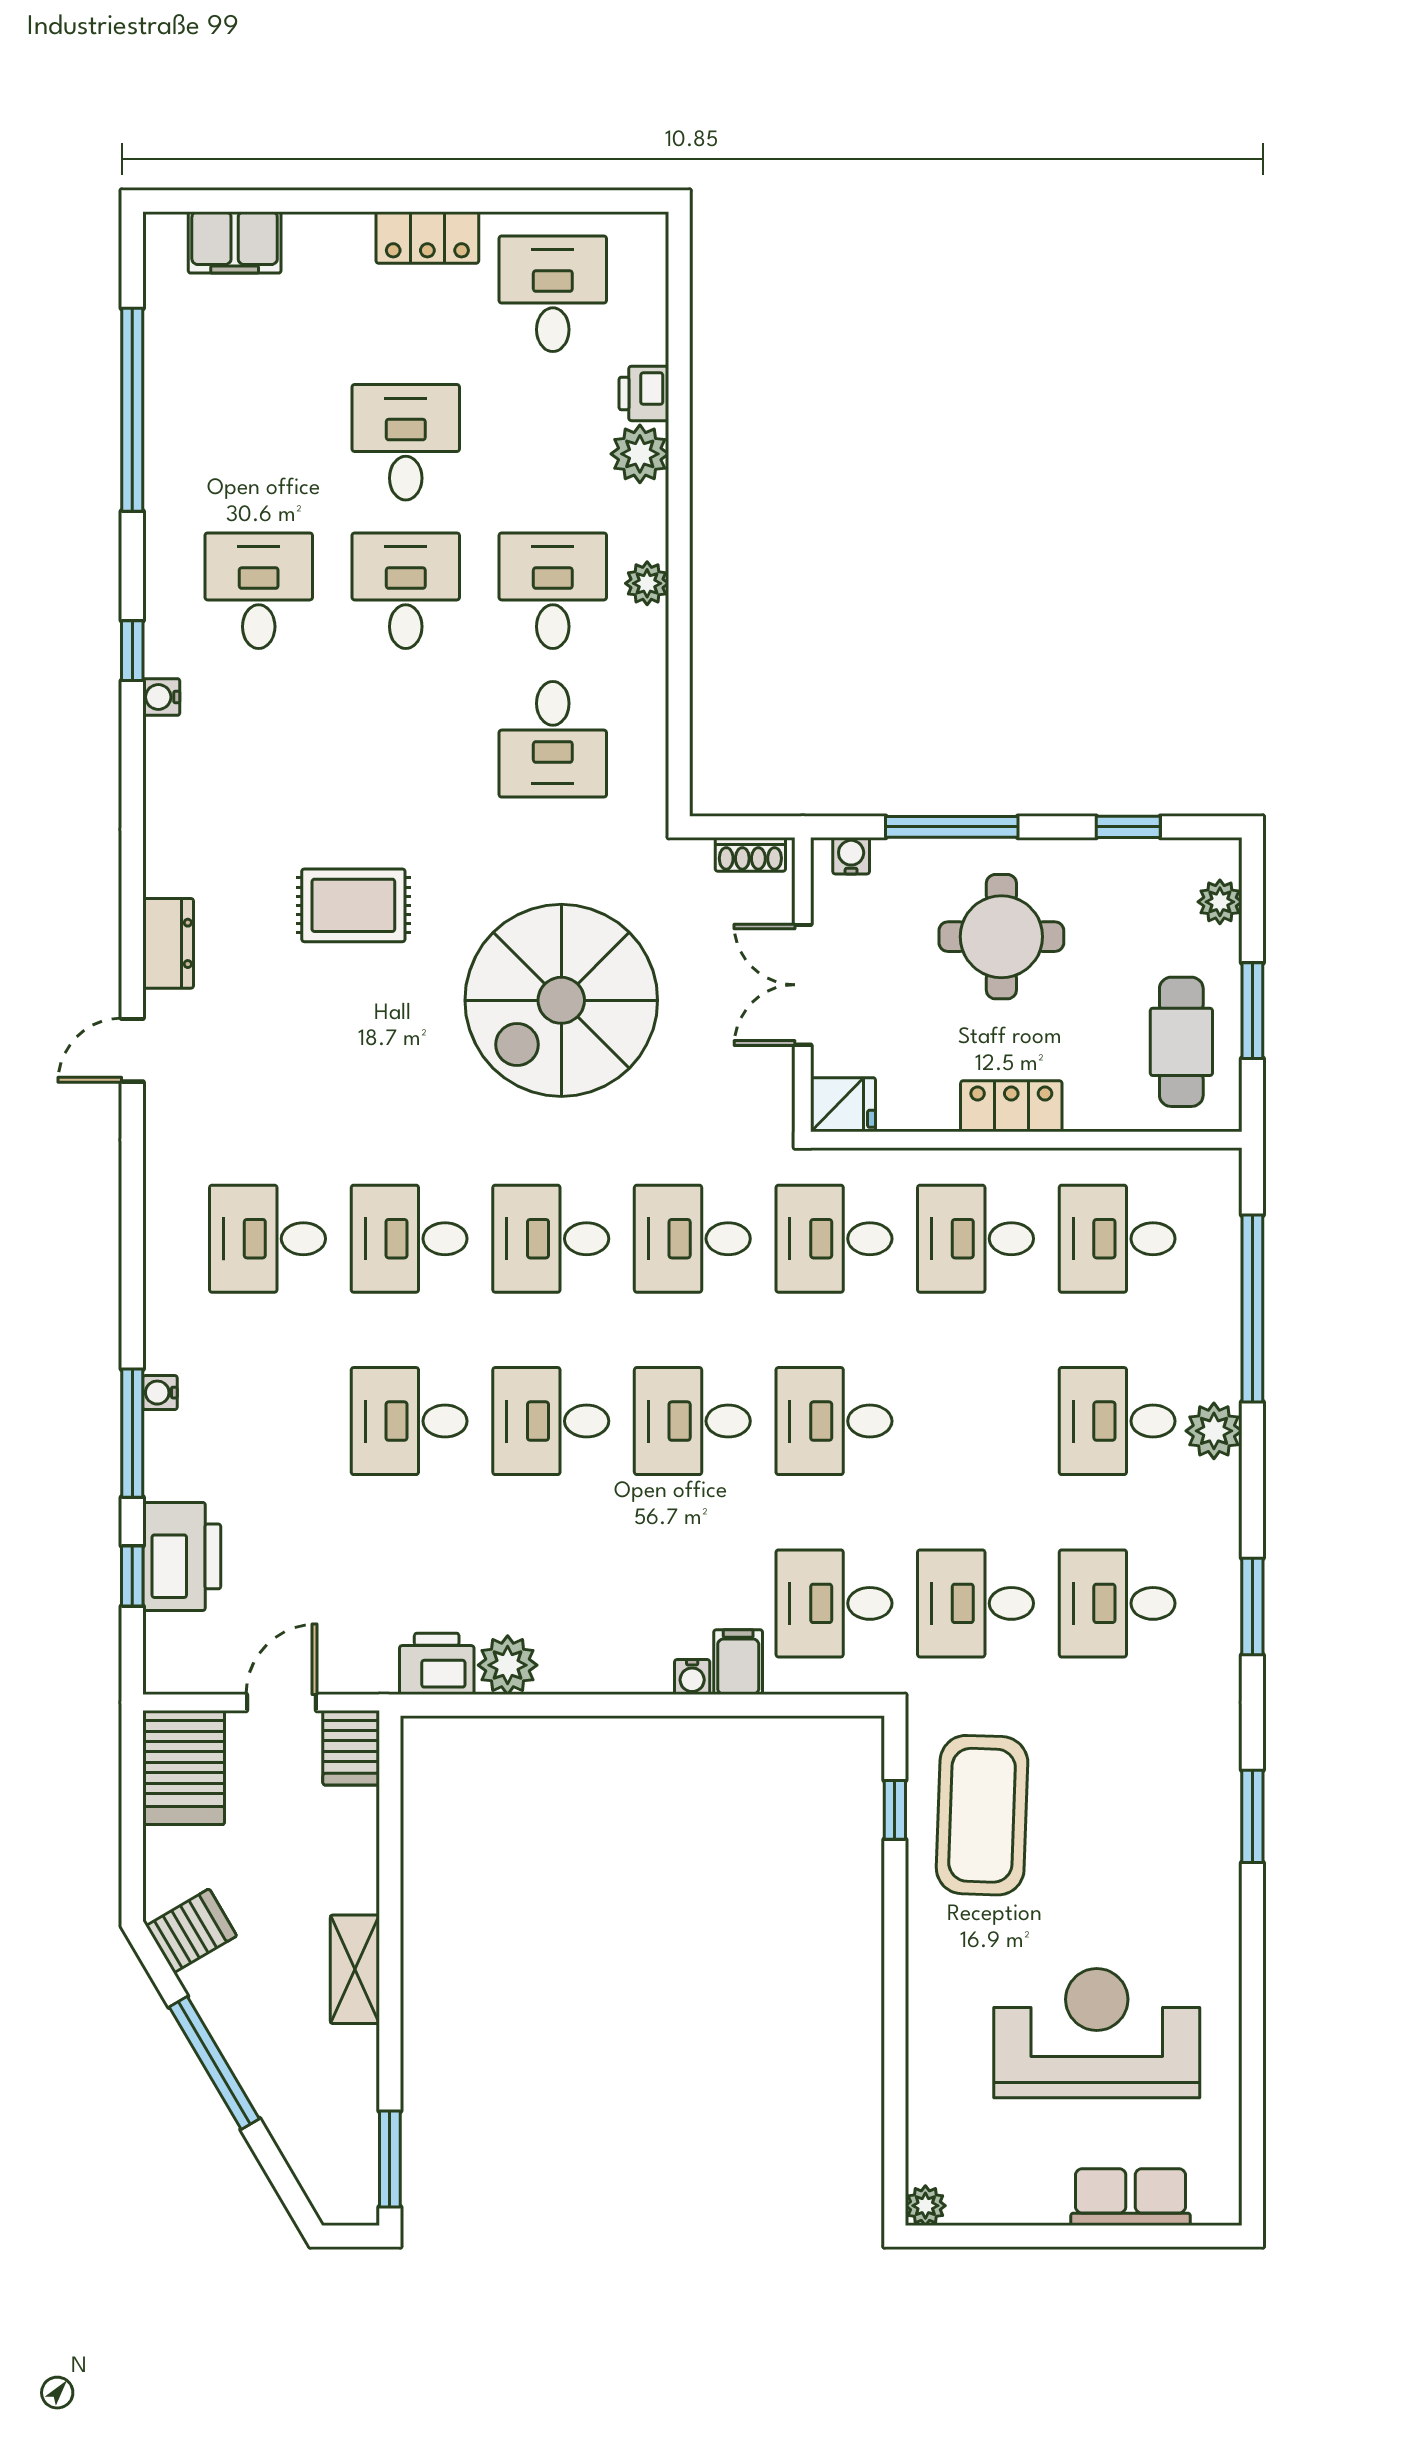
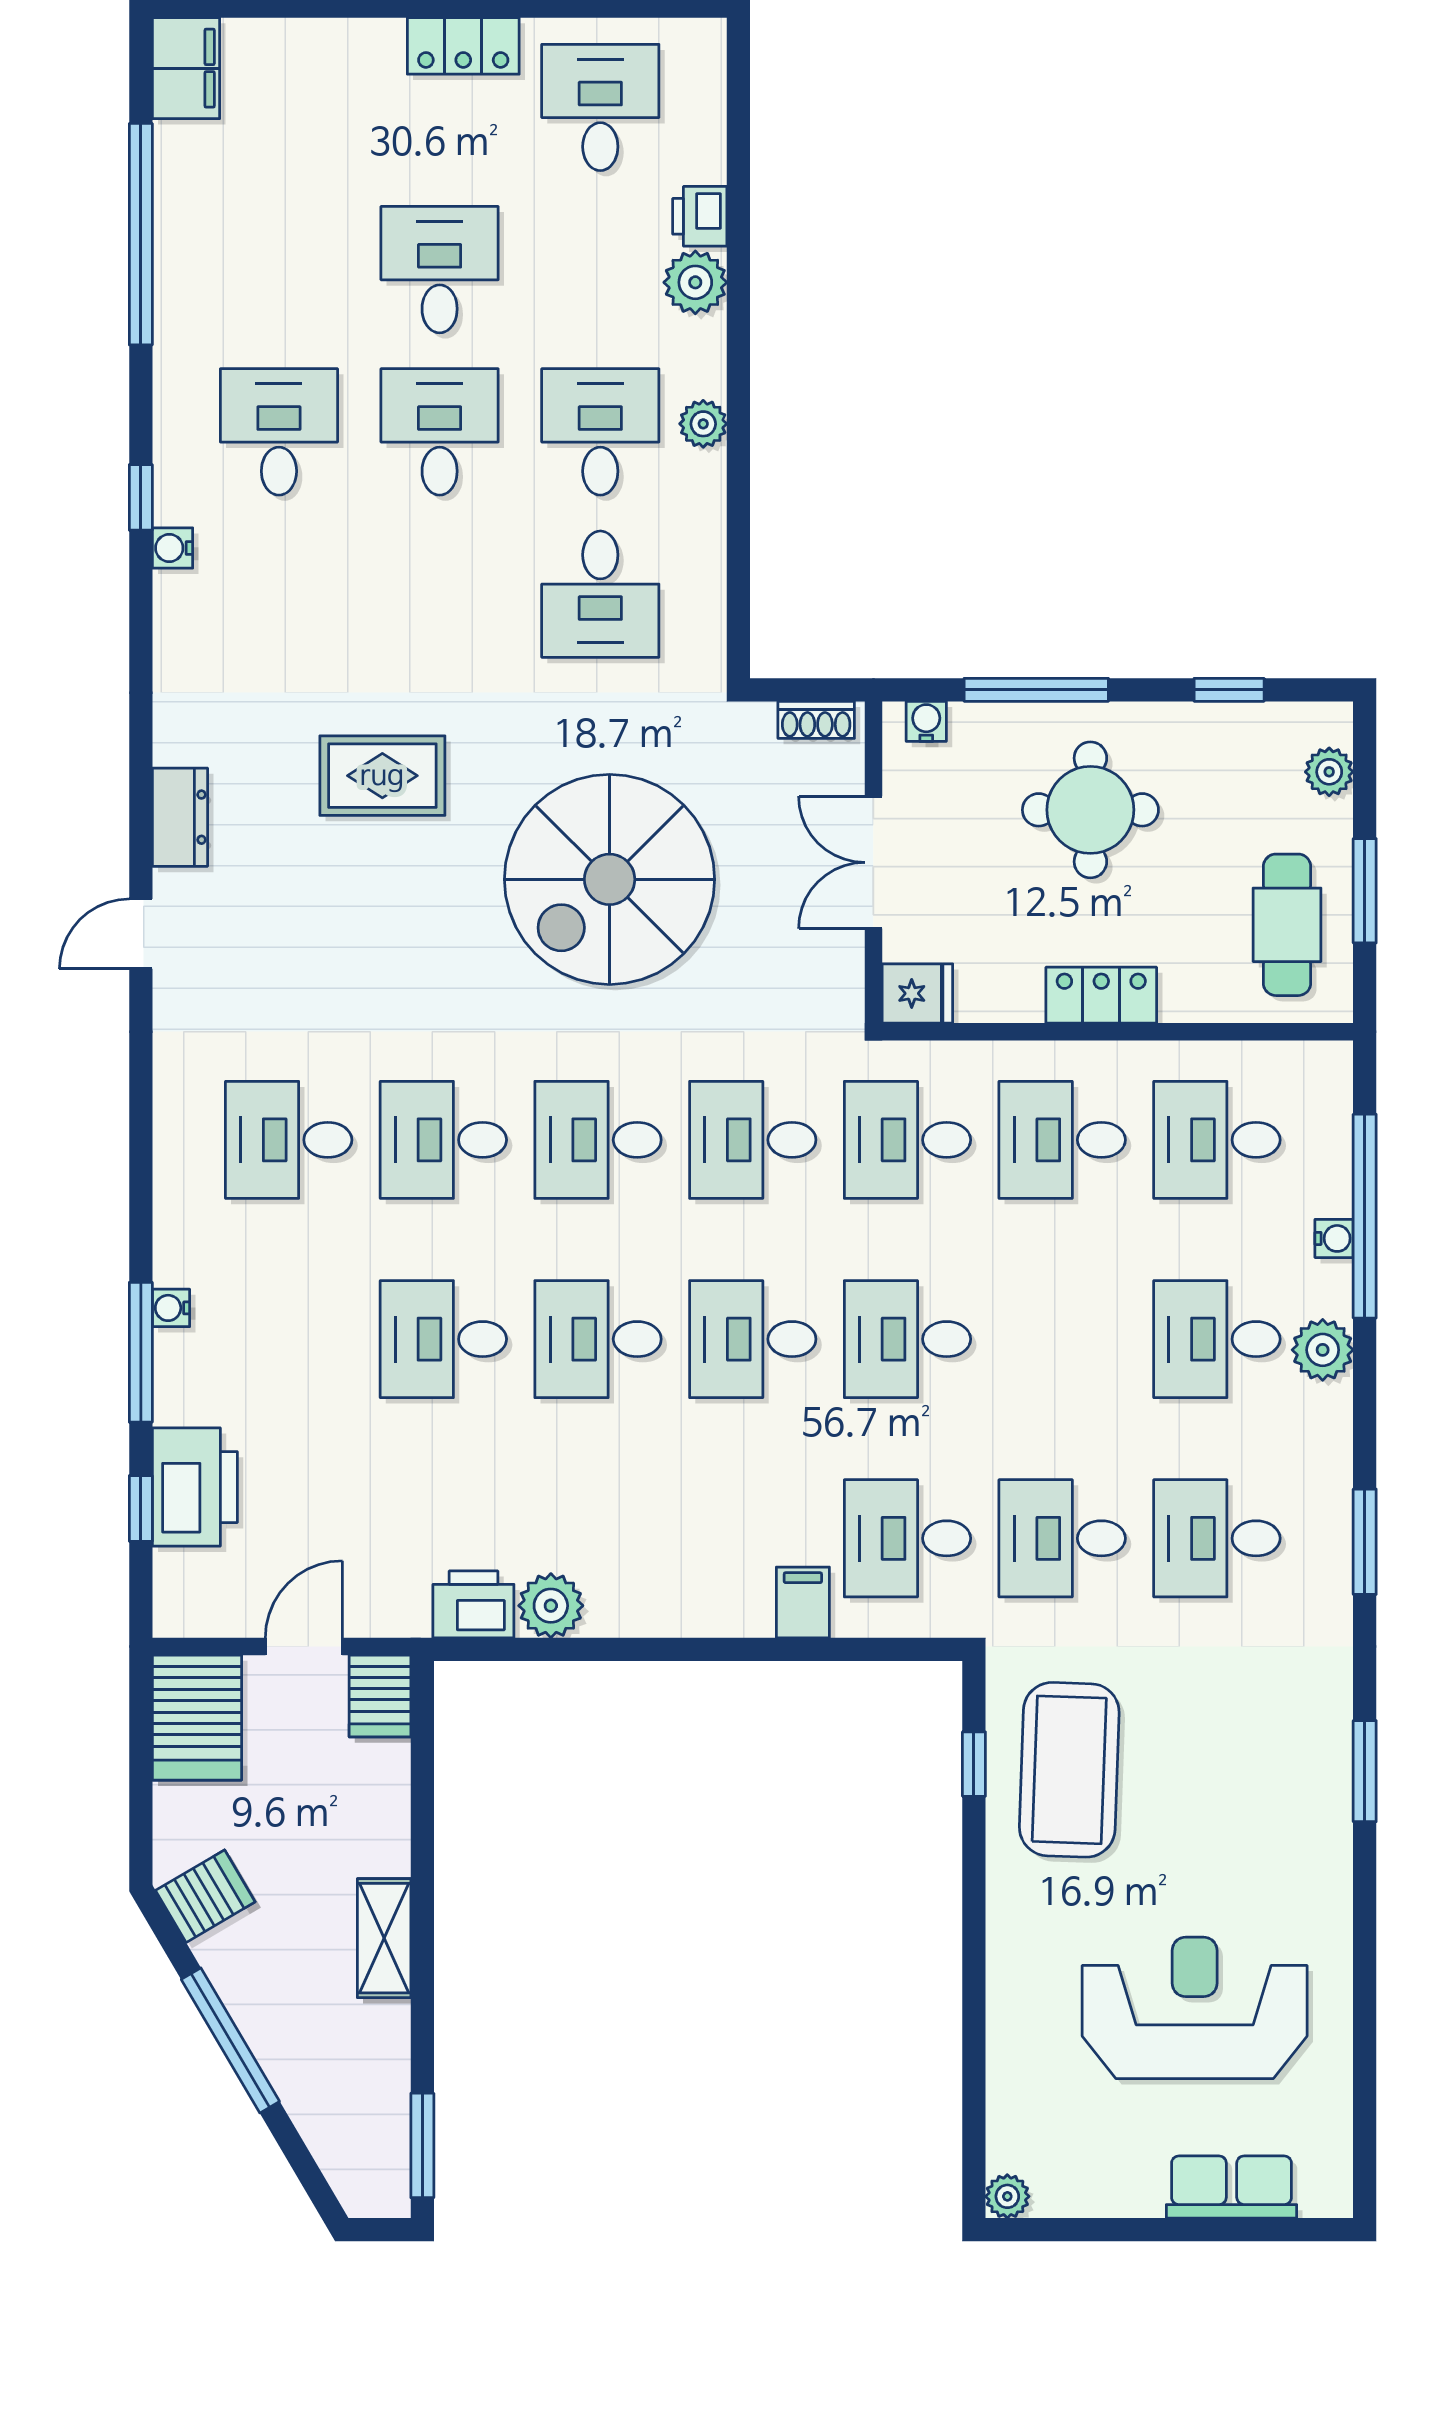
filing cabinet: (235, 242) -> (186, 68), moved, turned -90
water cooler: (692, 1677) -> (1334, 1238), moved, turned -90

